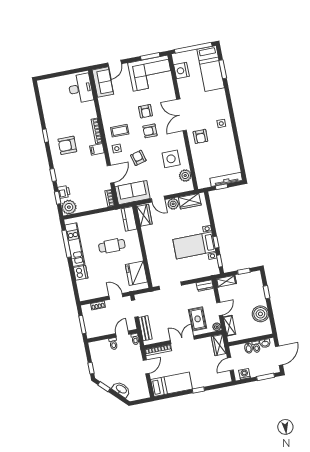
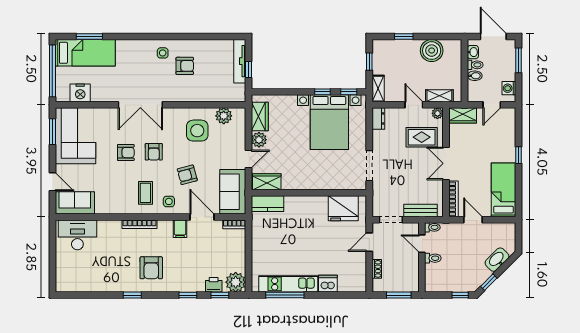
armchair: (200, 136) -> (185, 66), moved
filing cabinet: (97, 149) -> (180, 229), moved
bed with nightstands: (194, 245) -> (329, 122), width x1.36
cafe table: (112, 246) -> (300, 234), removed
door: (230, 364) -> (492, 105), hinge flipped

